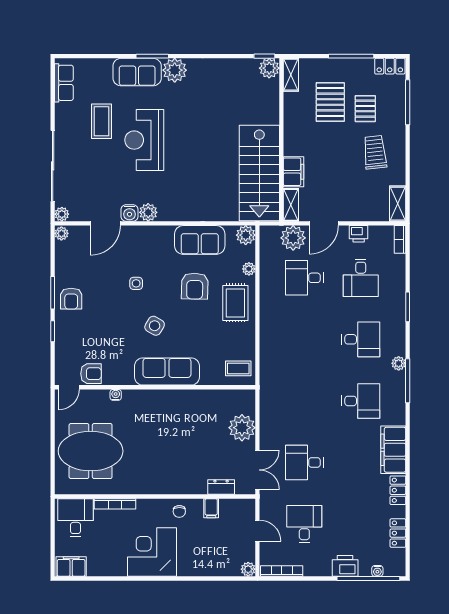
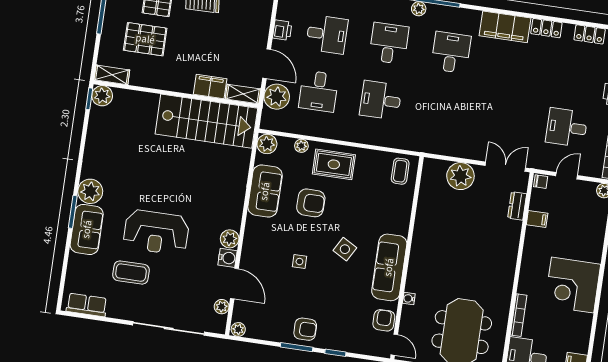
plant: (62, 214) -> (222, 307), moved
sofa: (167, 371) -> (389, 267), moved
desk: (304, 462) -> (381, 100), moved, turned 90
chair: (179, 511) -> (541, 182), moved

